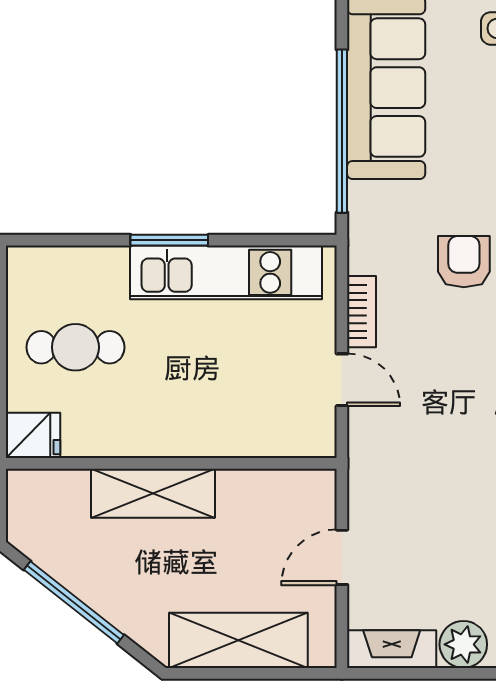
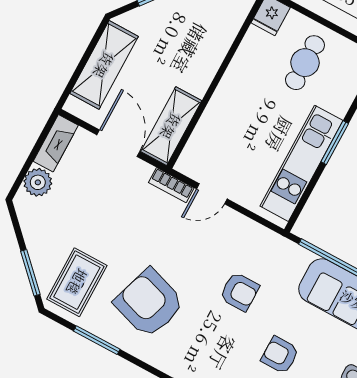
bookcase: (362, 312) -> (171, 185), moved
shelving: (153, 493) -> (171, 126), moved
door: (342, 557) -> (118, 143), width x1.38

